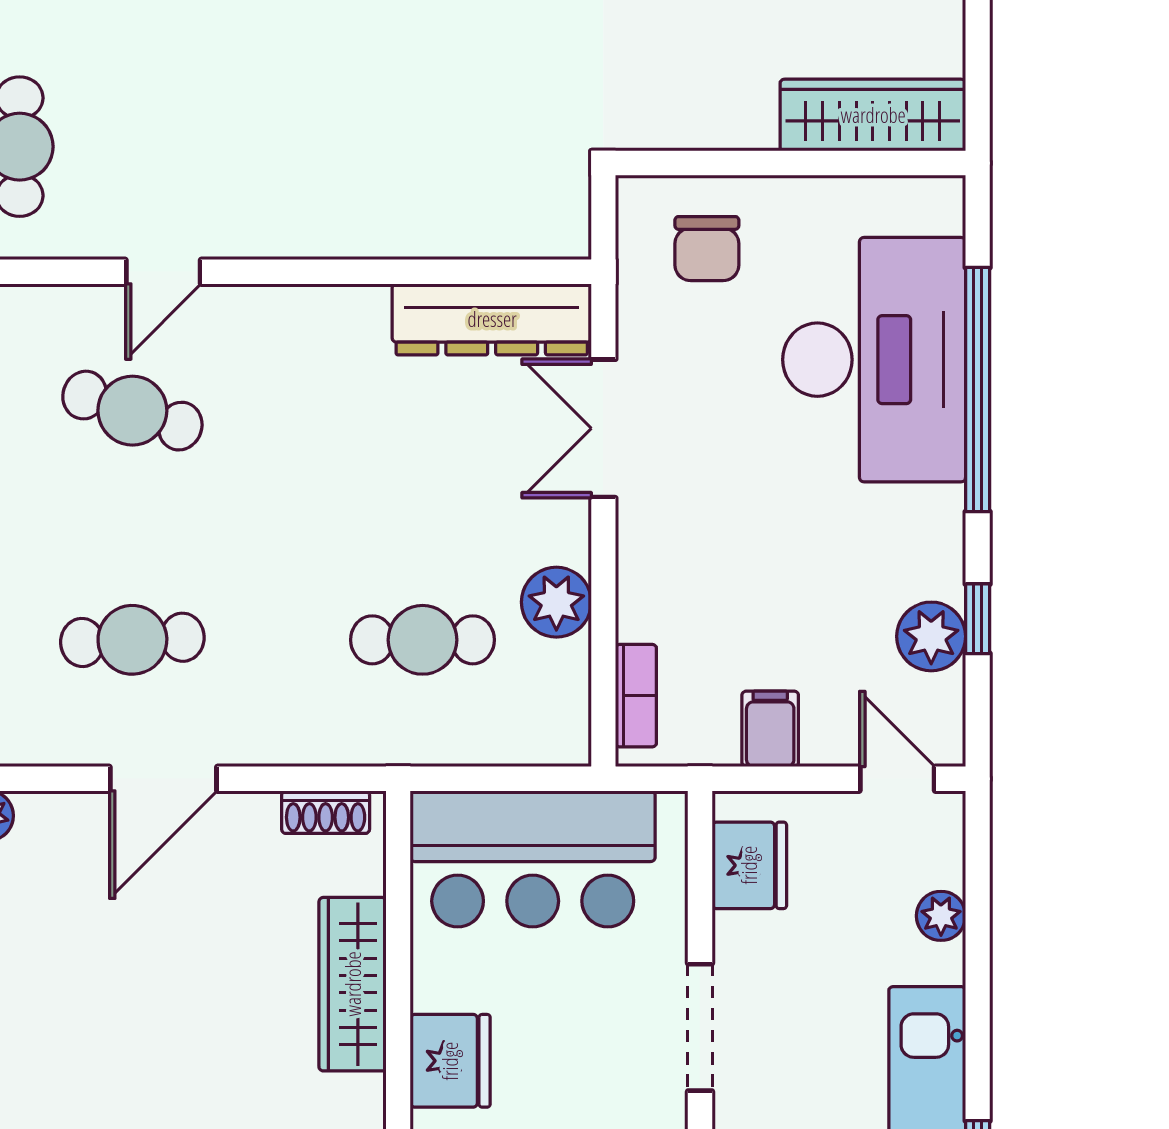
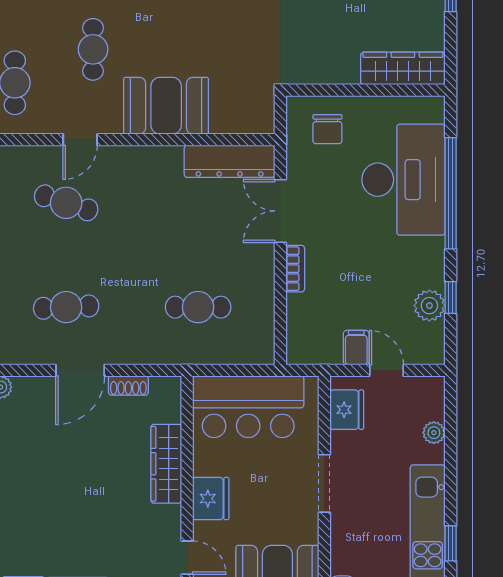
cafe table: (192, 73) -> (93, 49), added
booth: (352, 197) -> (166, 106), added
plant: (556, 602) -> (259, 290), removed
bookcase: (636, 696) -> (295, 269), moved
door: (897, 779) -> (386, 370), moved
shoe rack: (326, 812) -> (128, 385), moved

